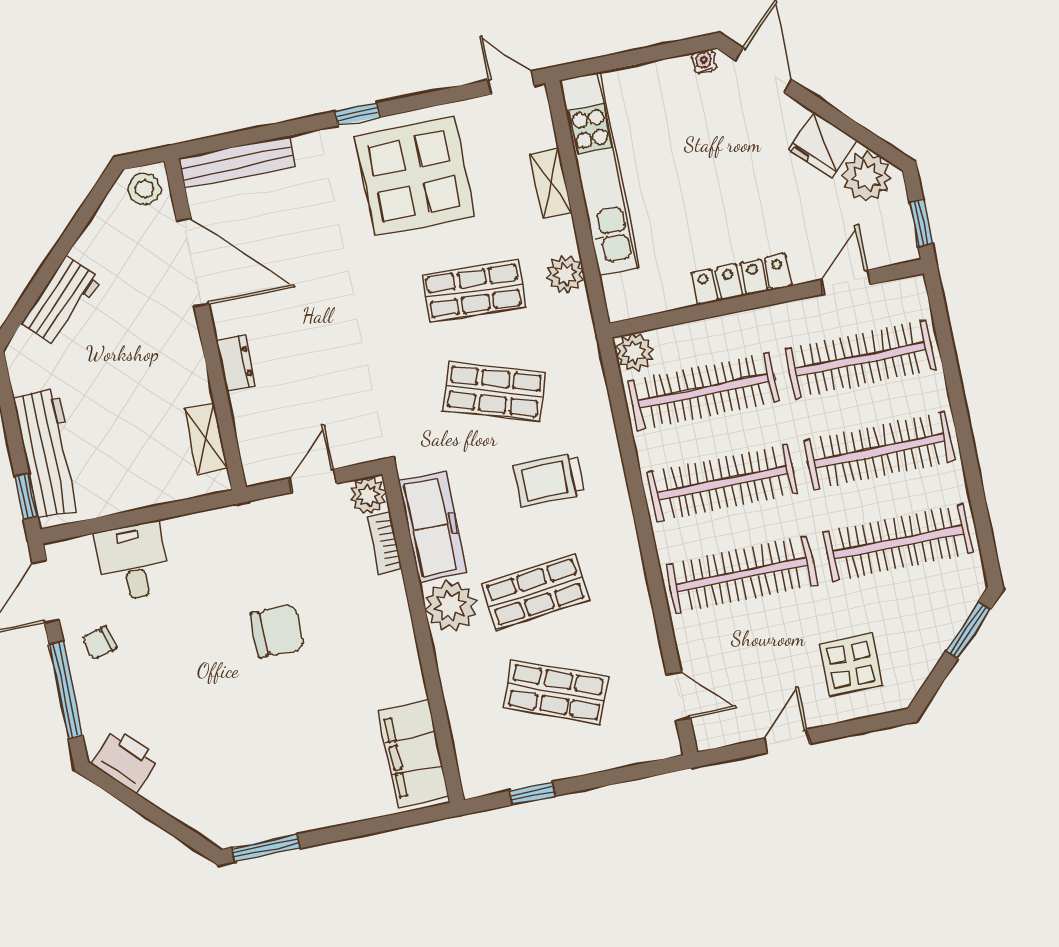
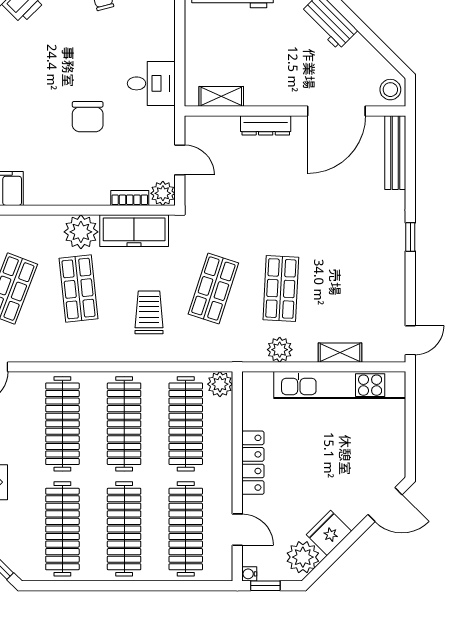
water cooler: (704, 62) -> (249, 574), moved, turned 180
display table: (415, 176) -> (363, 266), removed
dresser: (236, 363) -> (266, 125), width x1.44
desk: (133, 562) -> (151, 83), moved

